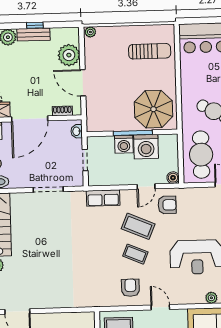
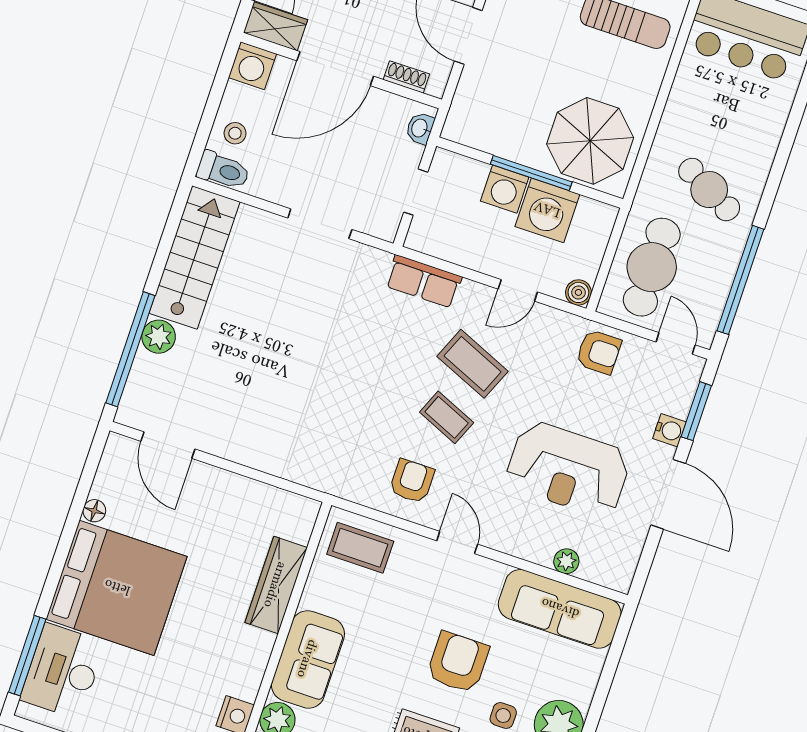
armchair: (167, 205) -> (599, 352), moved

